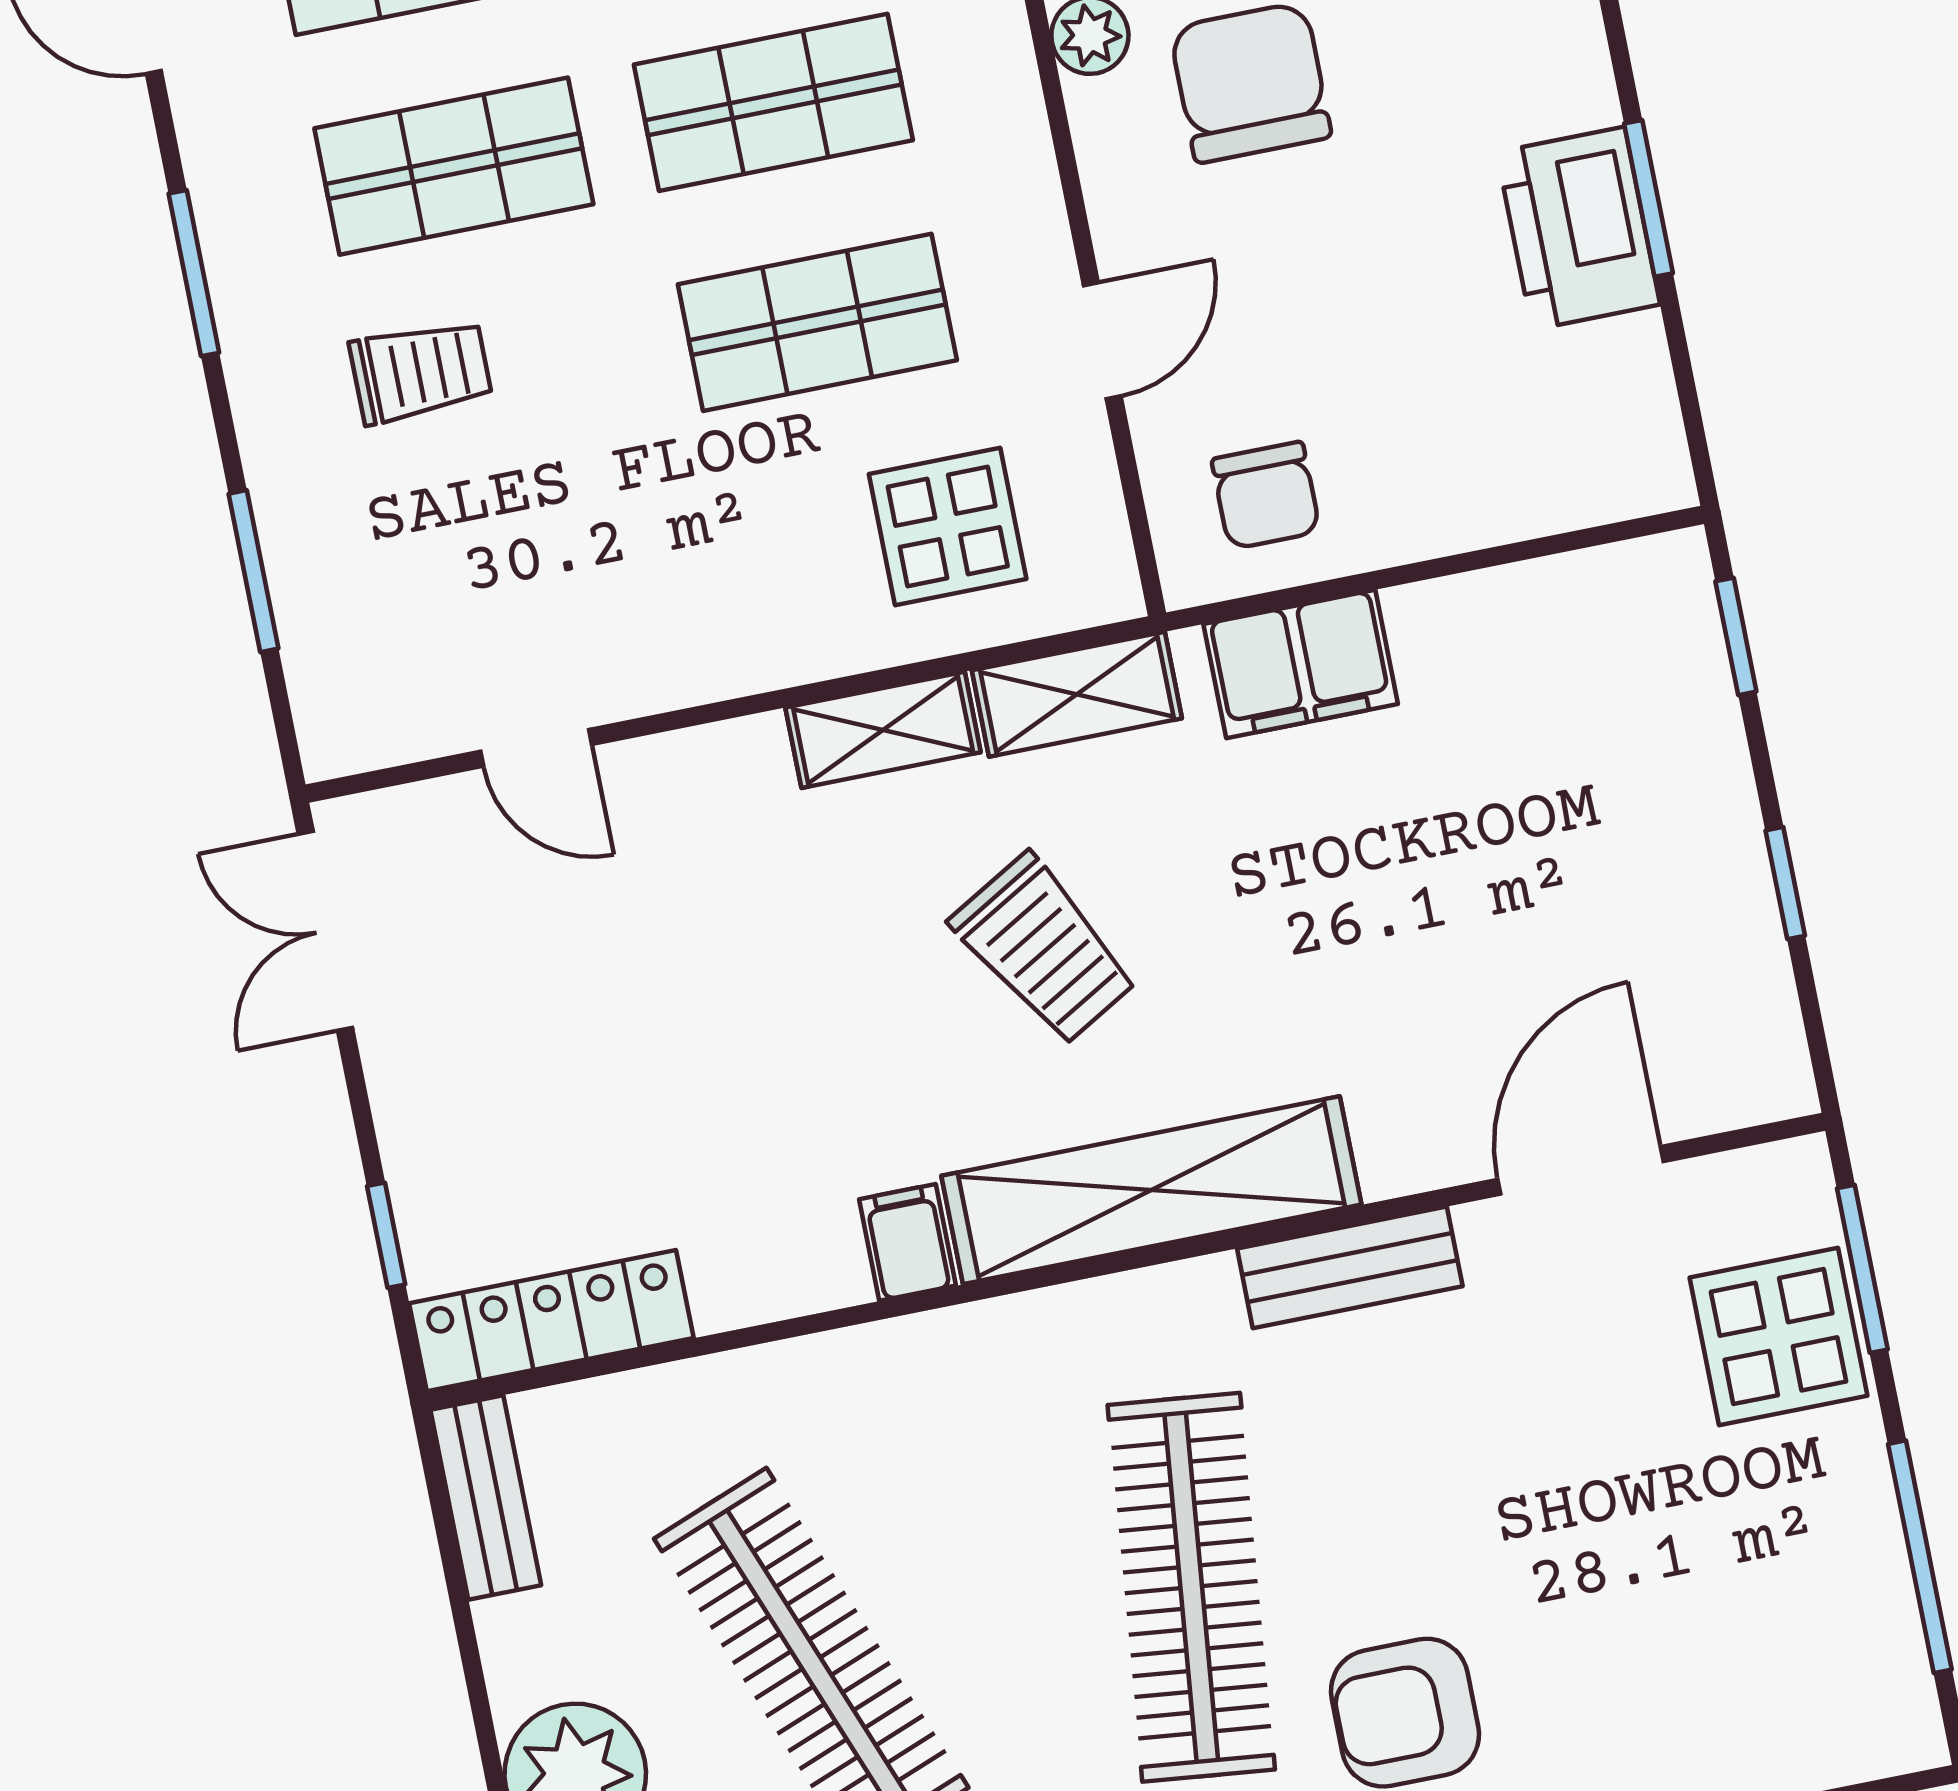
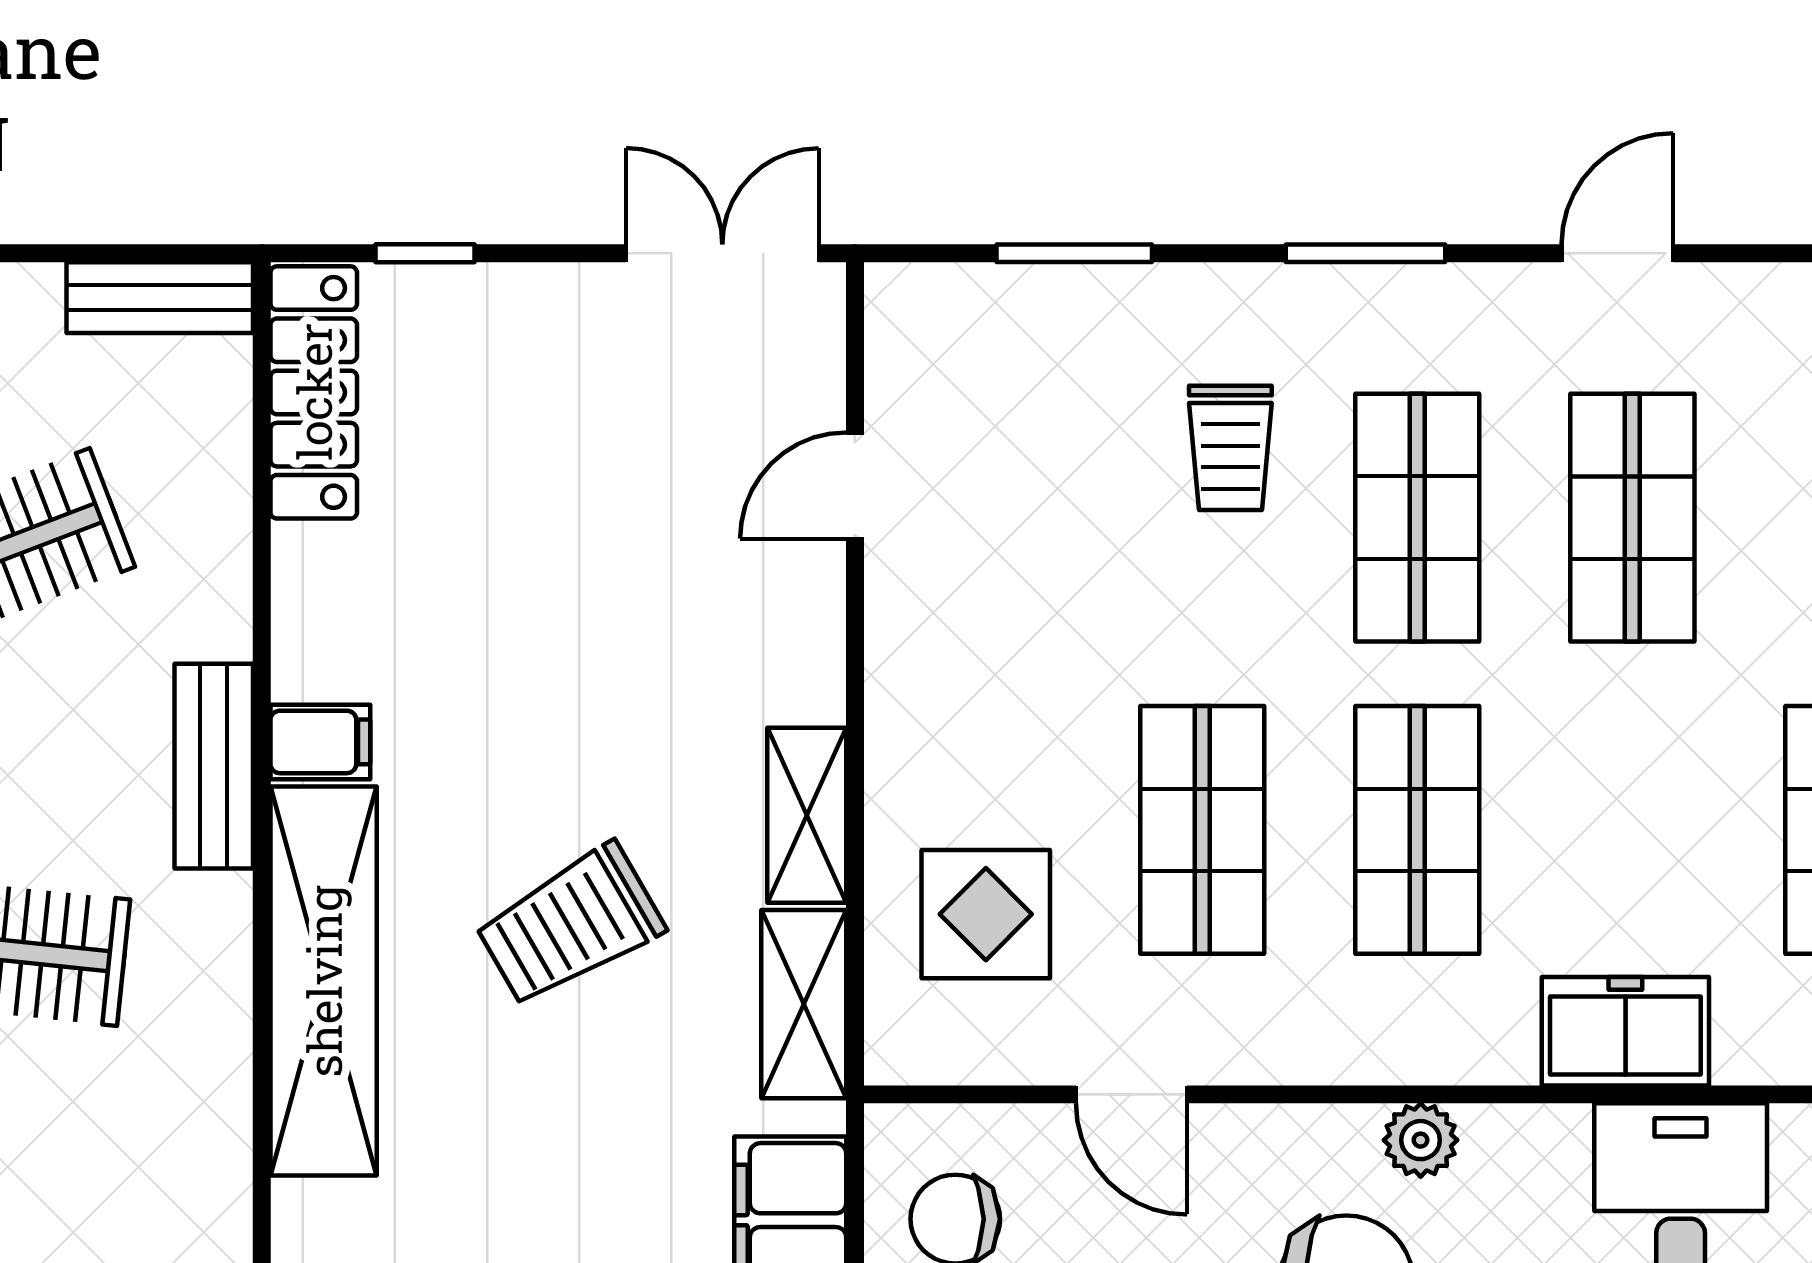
bench: (1350, 1267) -> (214, 766), moved

